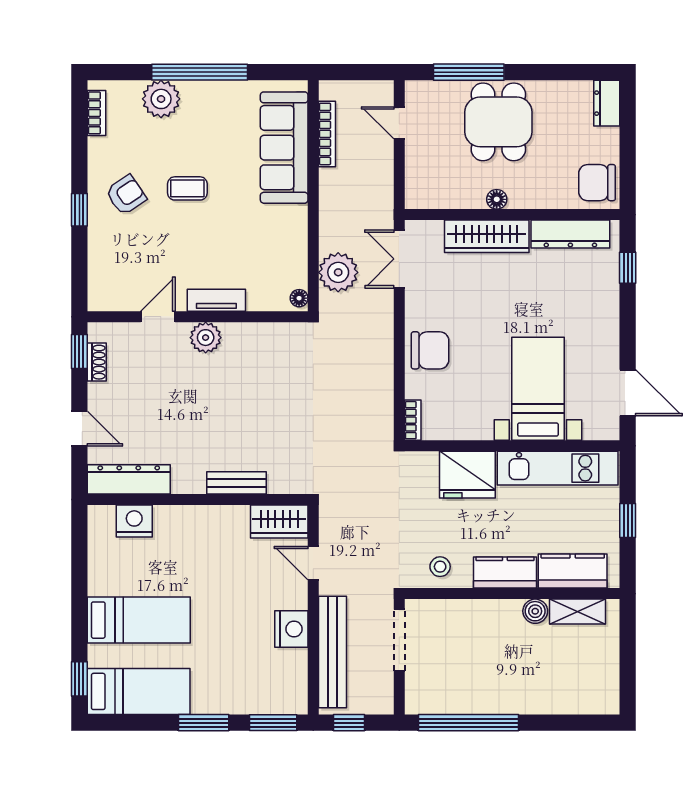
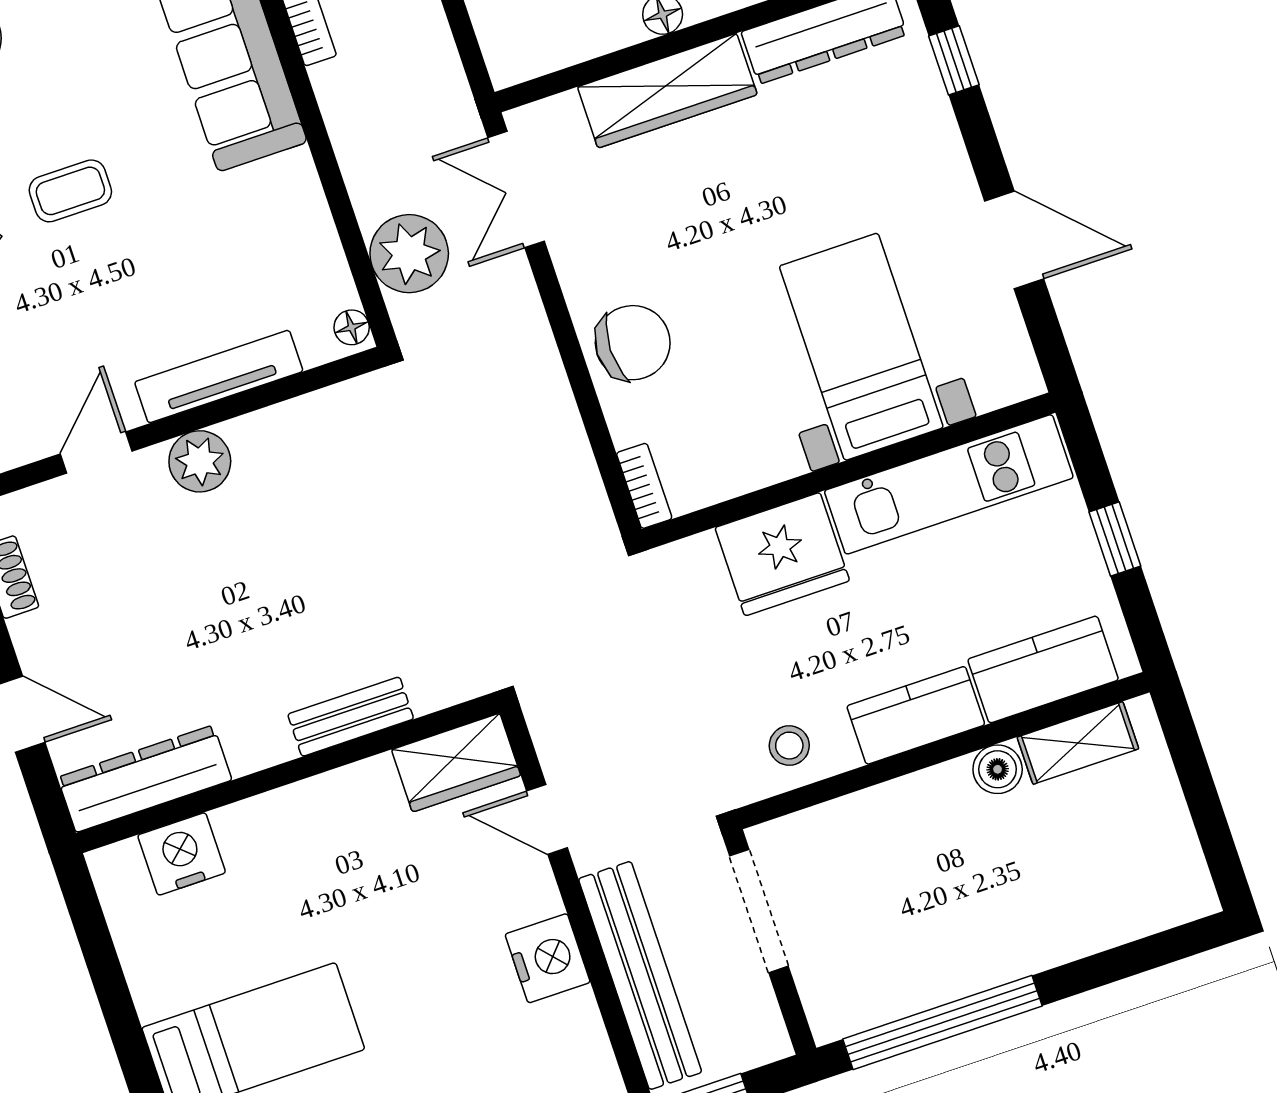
tv unit: (216, 300) -> (219, 377), width x1.41
door: (628, 393) -> (1014, 240), moved

